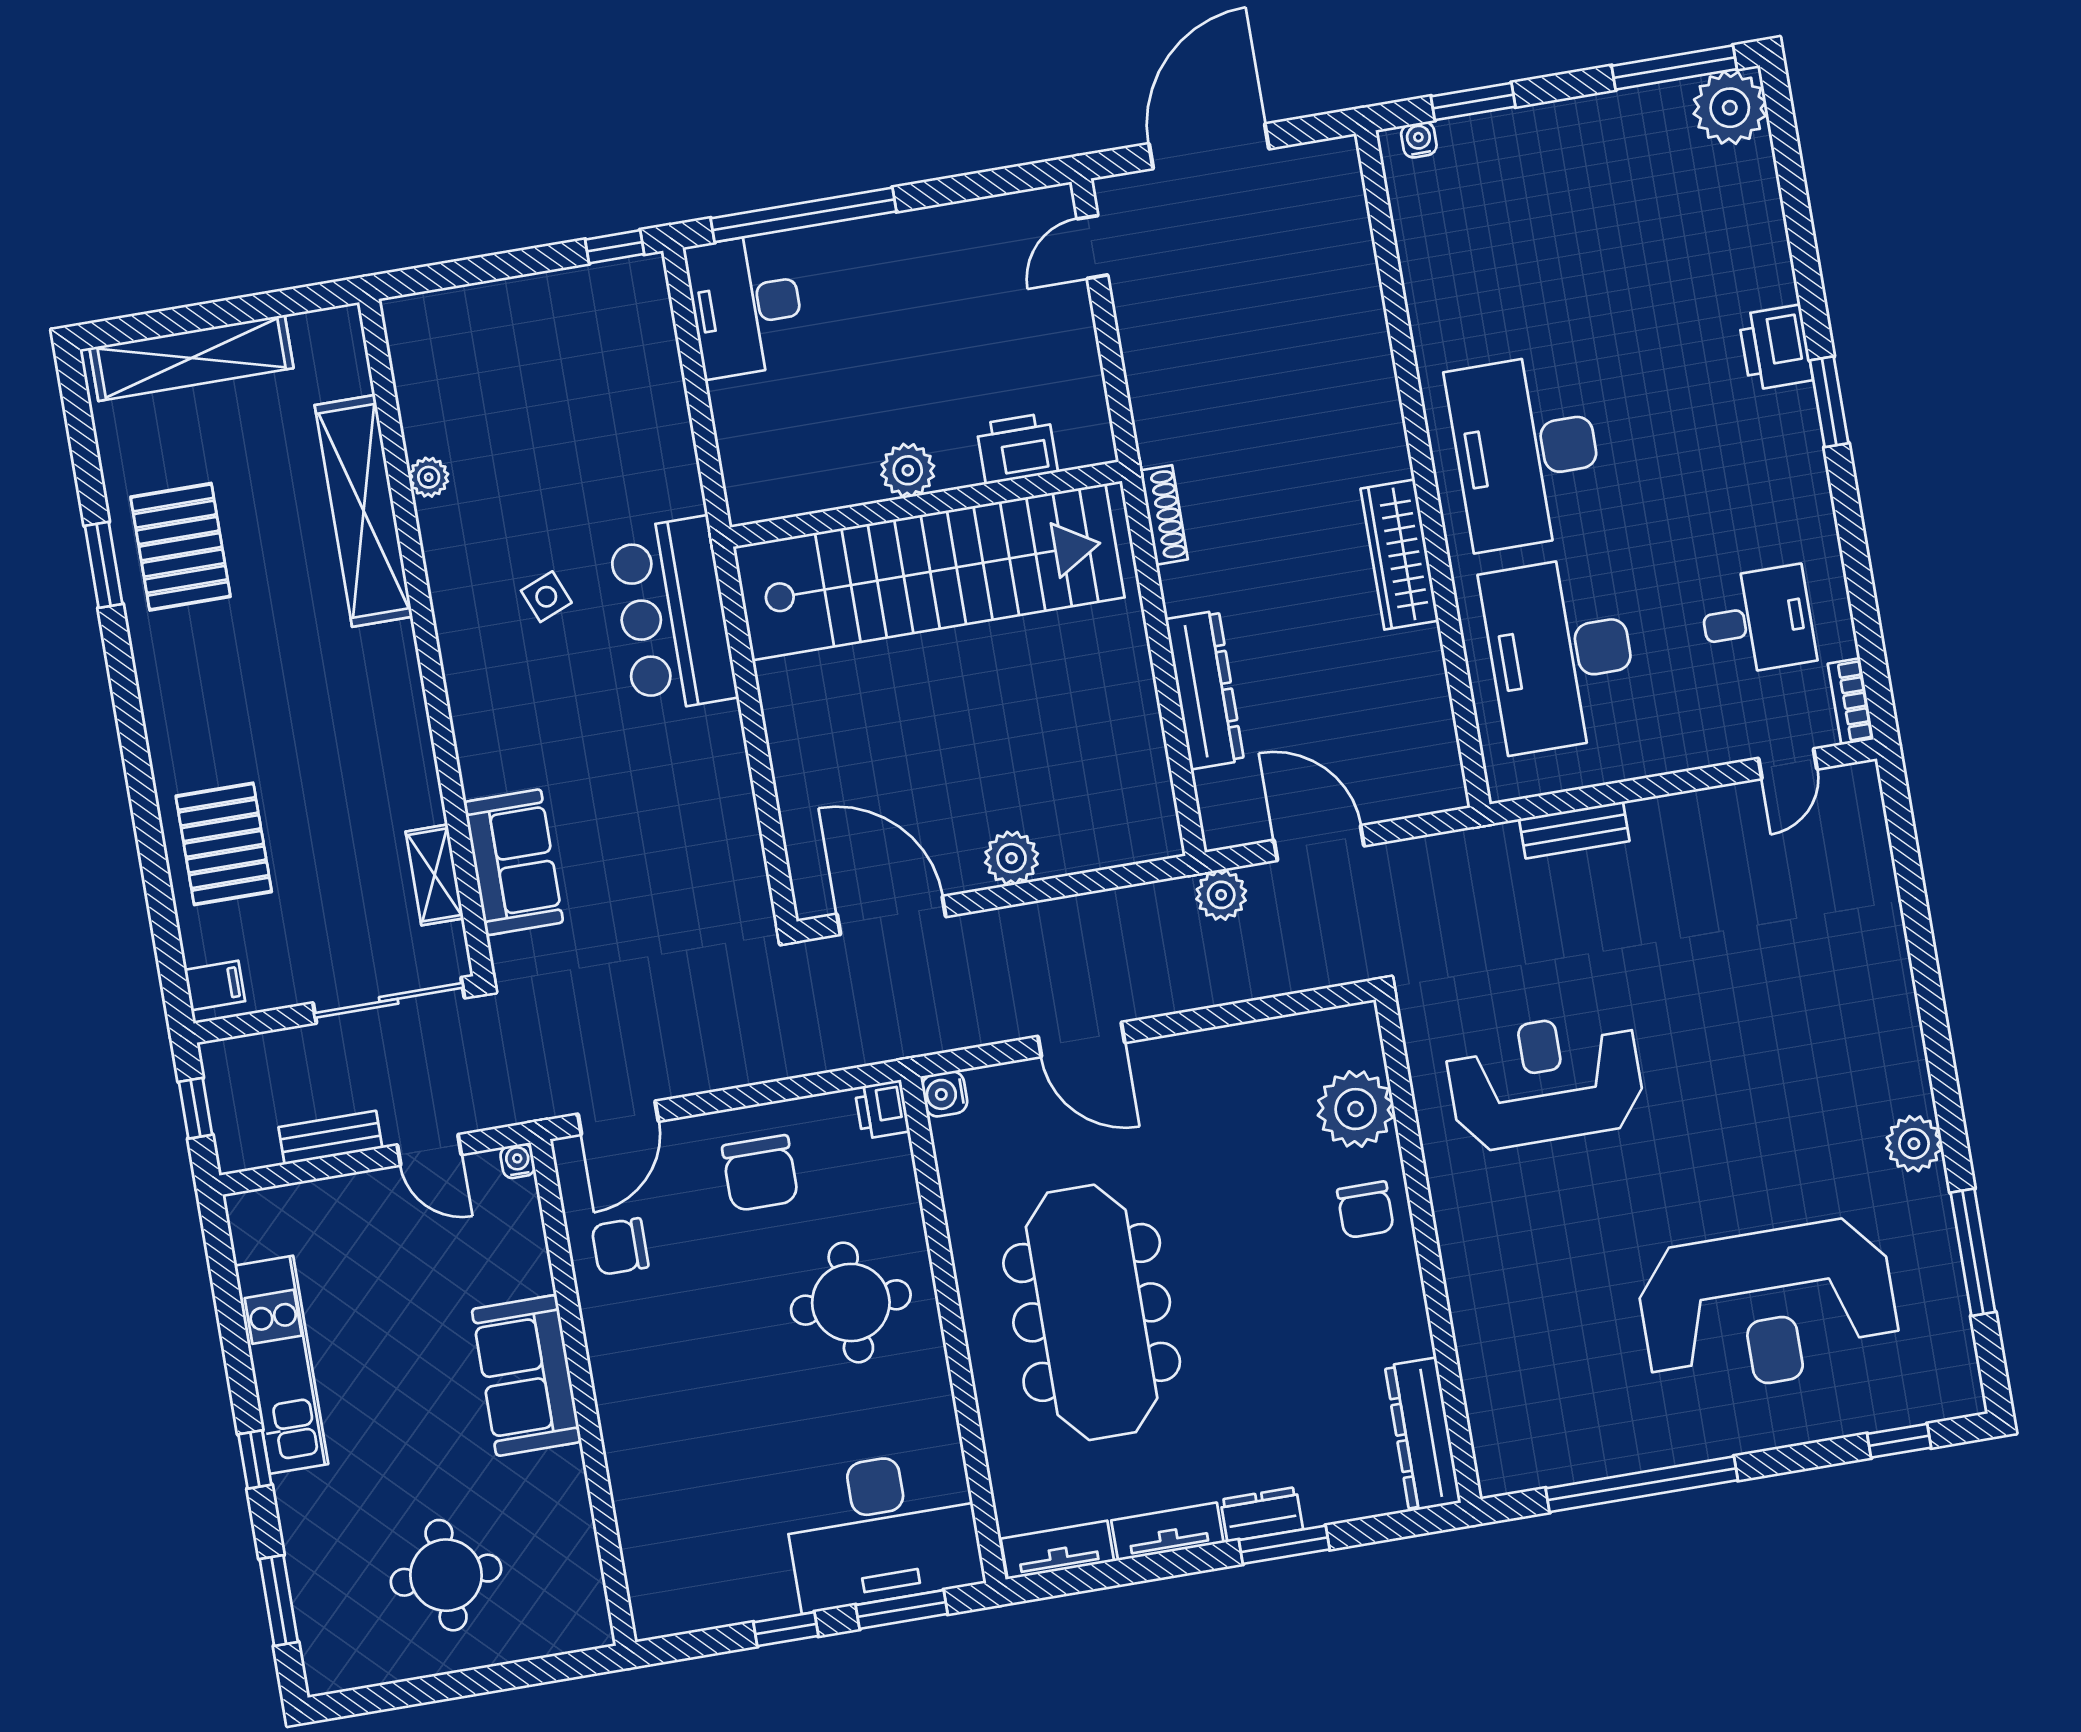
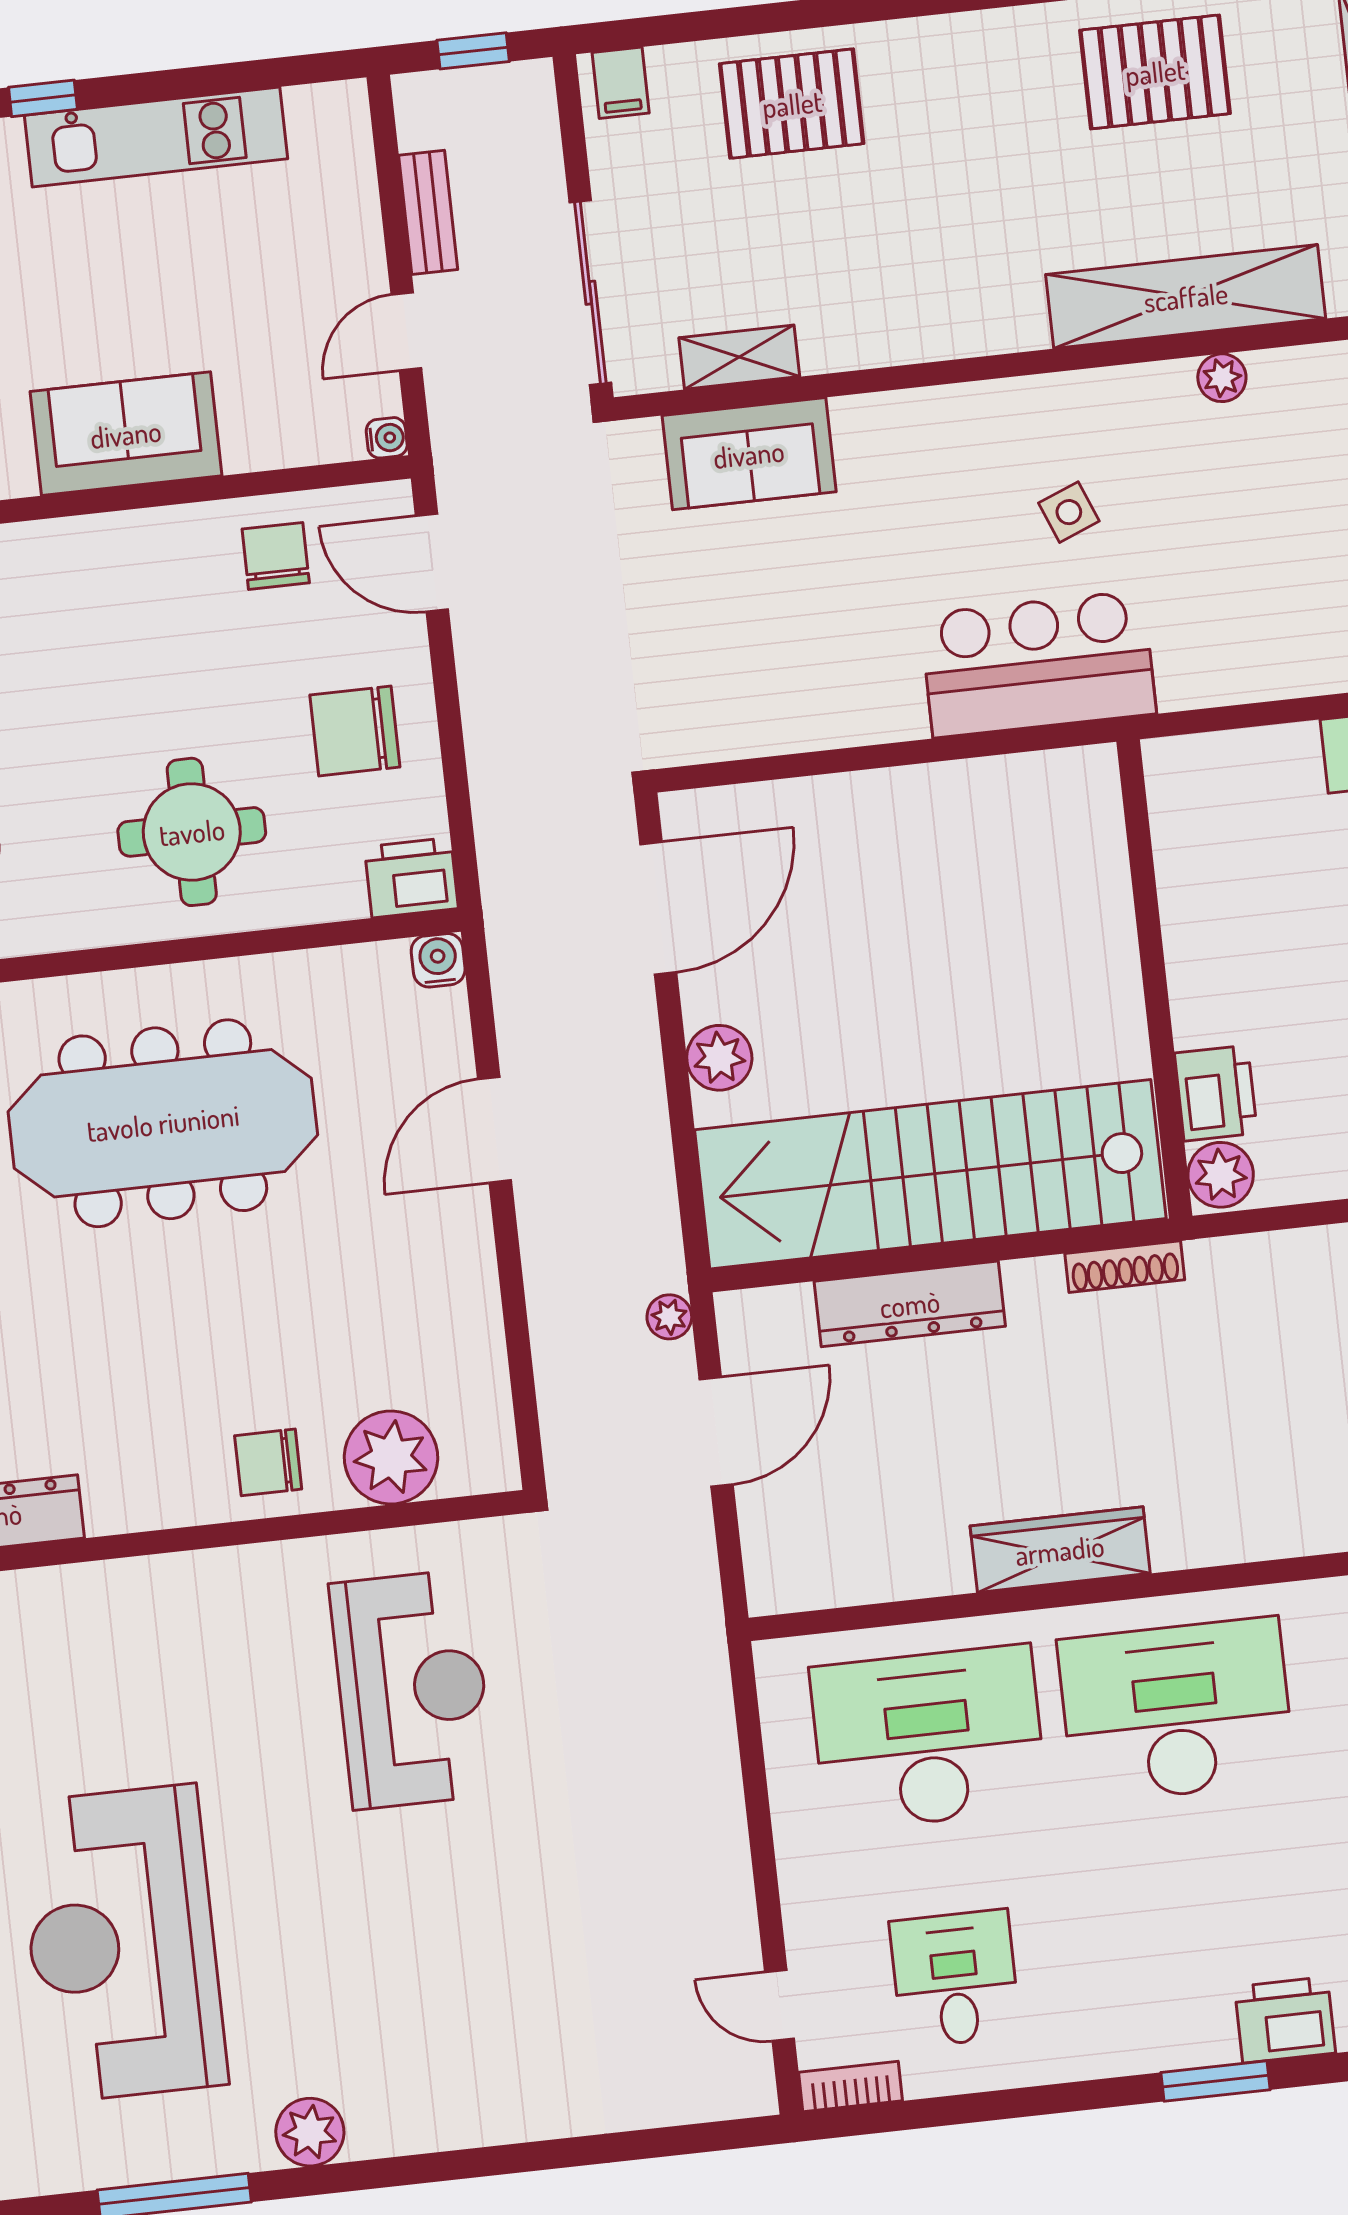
plant: (908, 470) -> (1221, 1175), moved
stairs: (929, 572) -> (930, 1174), moved, turned 90
desk: (1757, 621) -> (955, 1979), turned 180
bench: (1574, 830) -> (714, 1742), removed
plant: (1221, 895) -> (669, 1317), width x0.73, depth x0.73
printer: (882, 1110) -> (411, 878), width x1.36, depth x1.24

